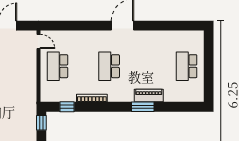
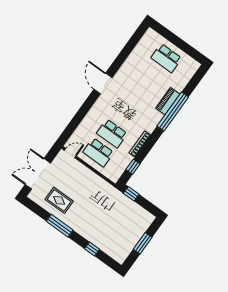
school desk: (109, 66) -> (112, 134), moved
window: (143, 107) -> (173, 112), width x2.11

